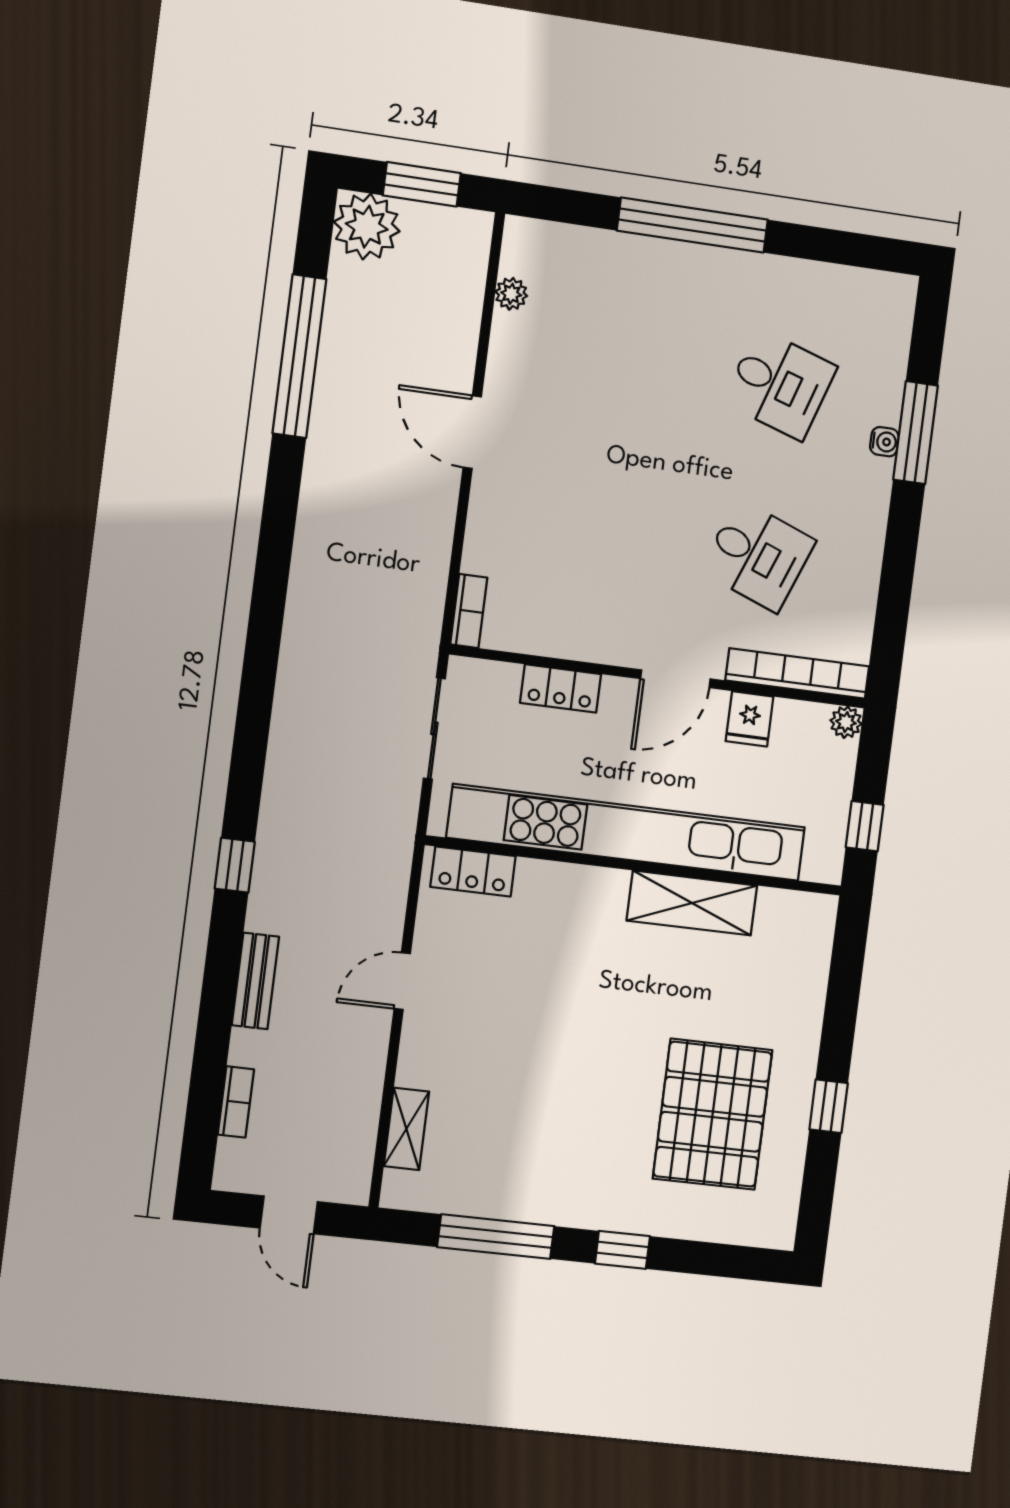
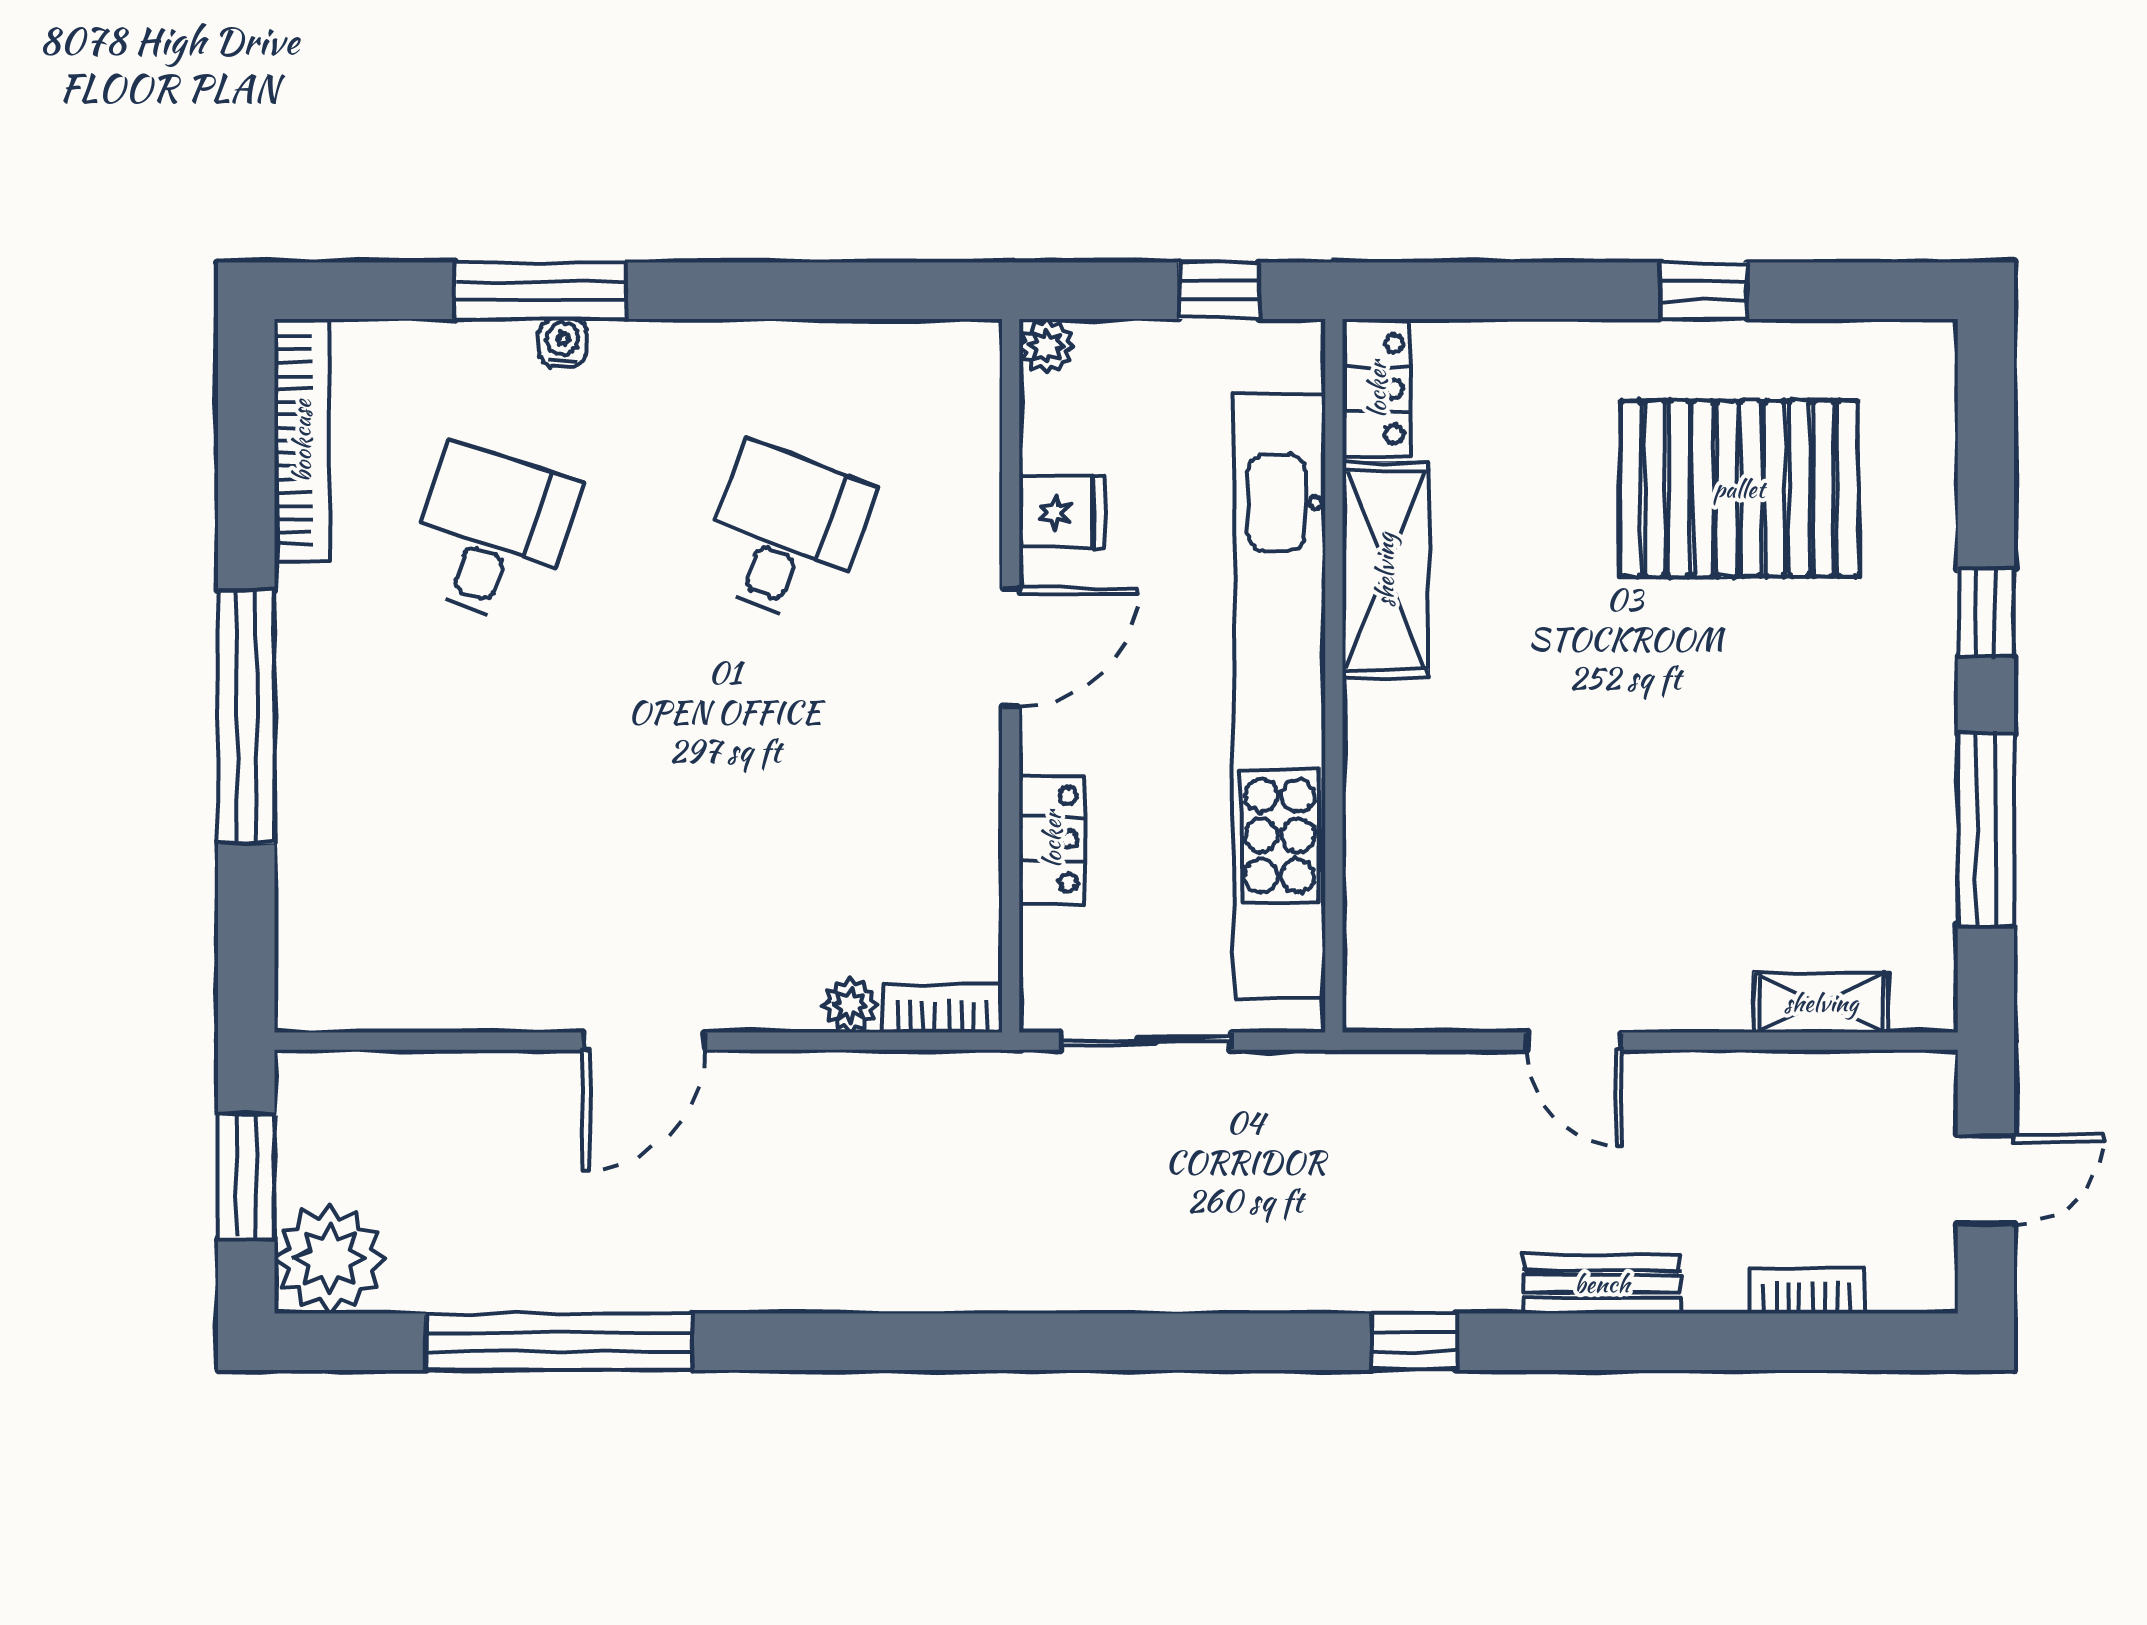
plant: (511, 294) -> (850, 1006), moved
bookcase: (797, 673) -> (302, 441), moved, turned 180
door: (675, 679) -> (1011, 647), hinge flipped
locker: (473, 872) -> (1377, 389), moved

